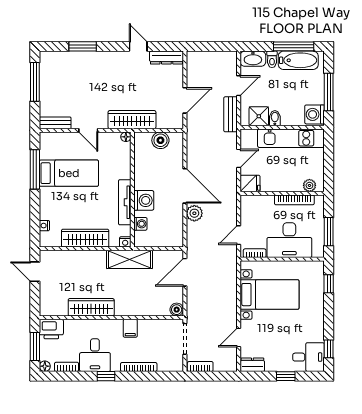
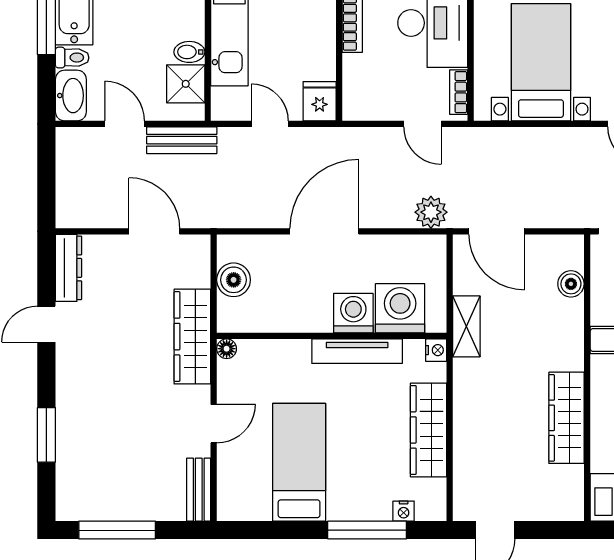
window: (35, 169) -> (367, 530), moved
plant: (194, 213) -> (431, 212), moved
washing machine: (140, 224) -> (400, 308), width x1.89, depth x1.89
shelving: (129, 259) -> (466, 326), width x0.67, depth x0.75
boiler: (177, 310) -> (571, 284), moved

